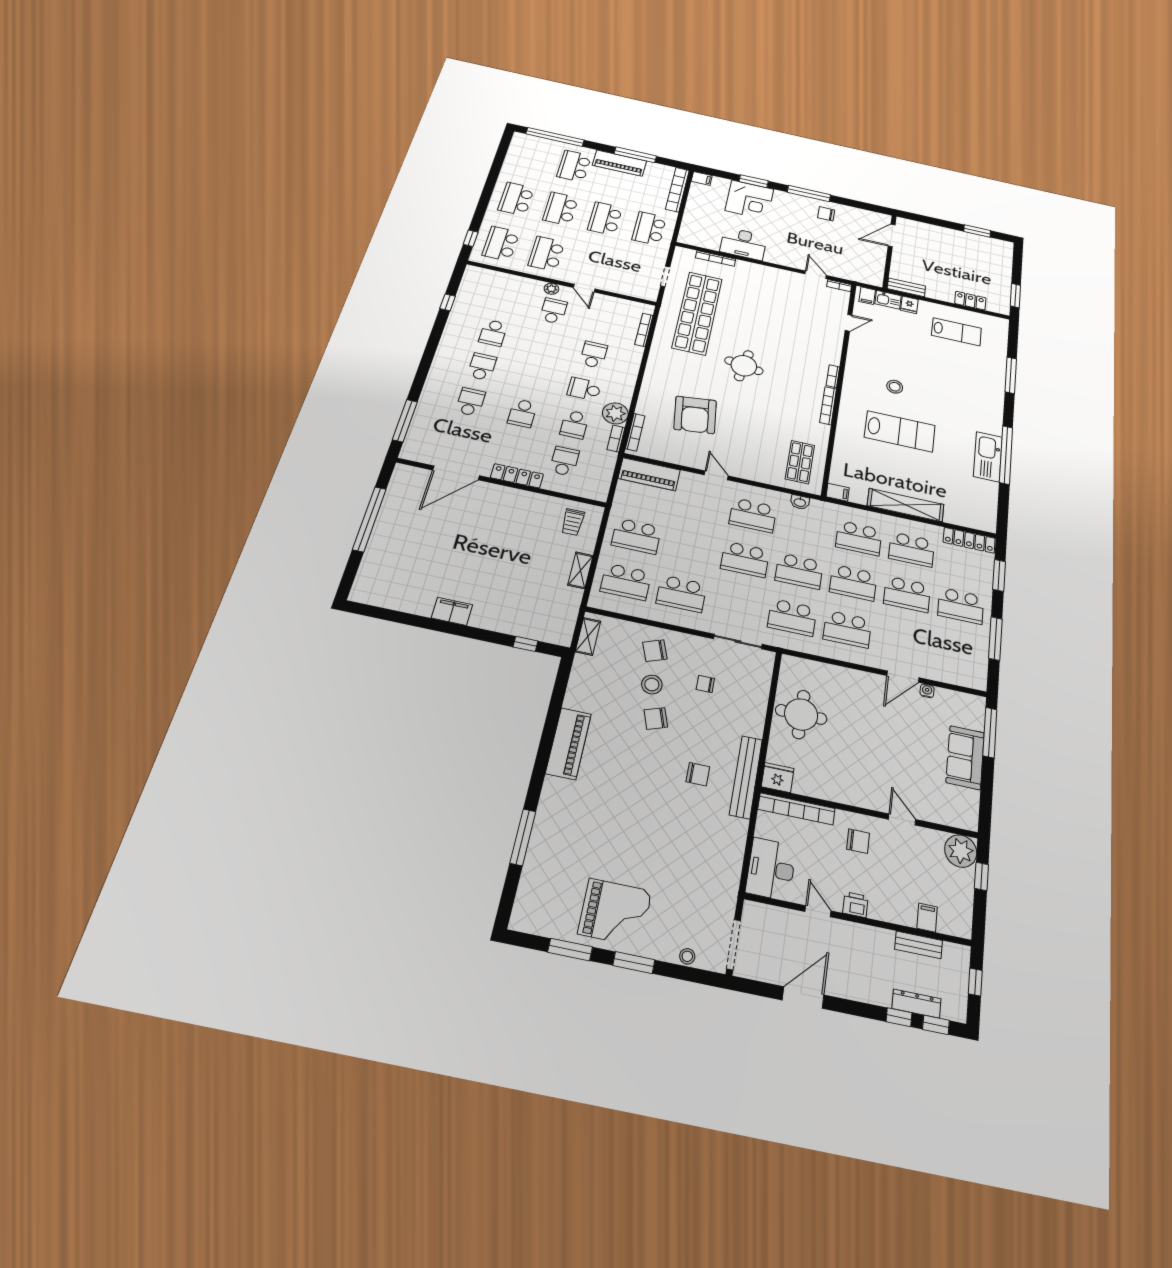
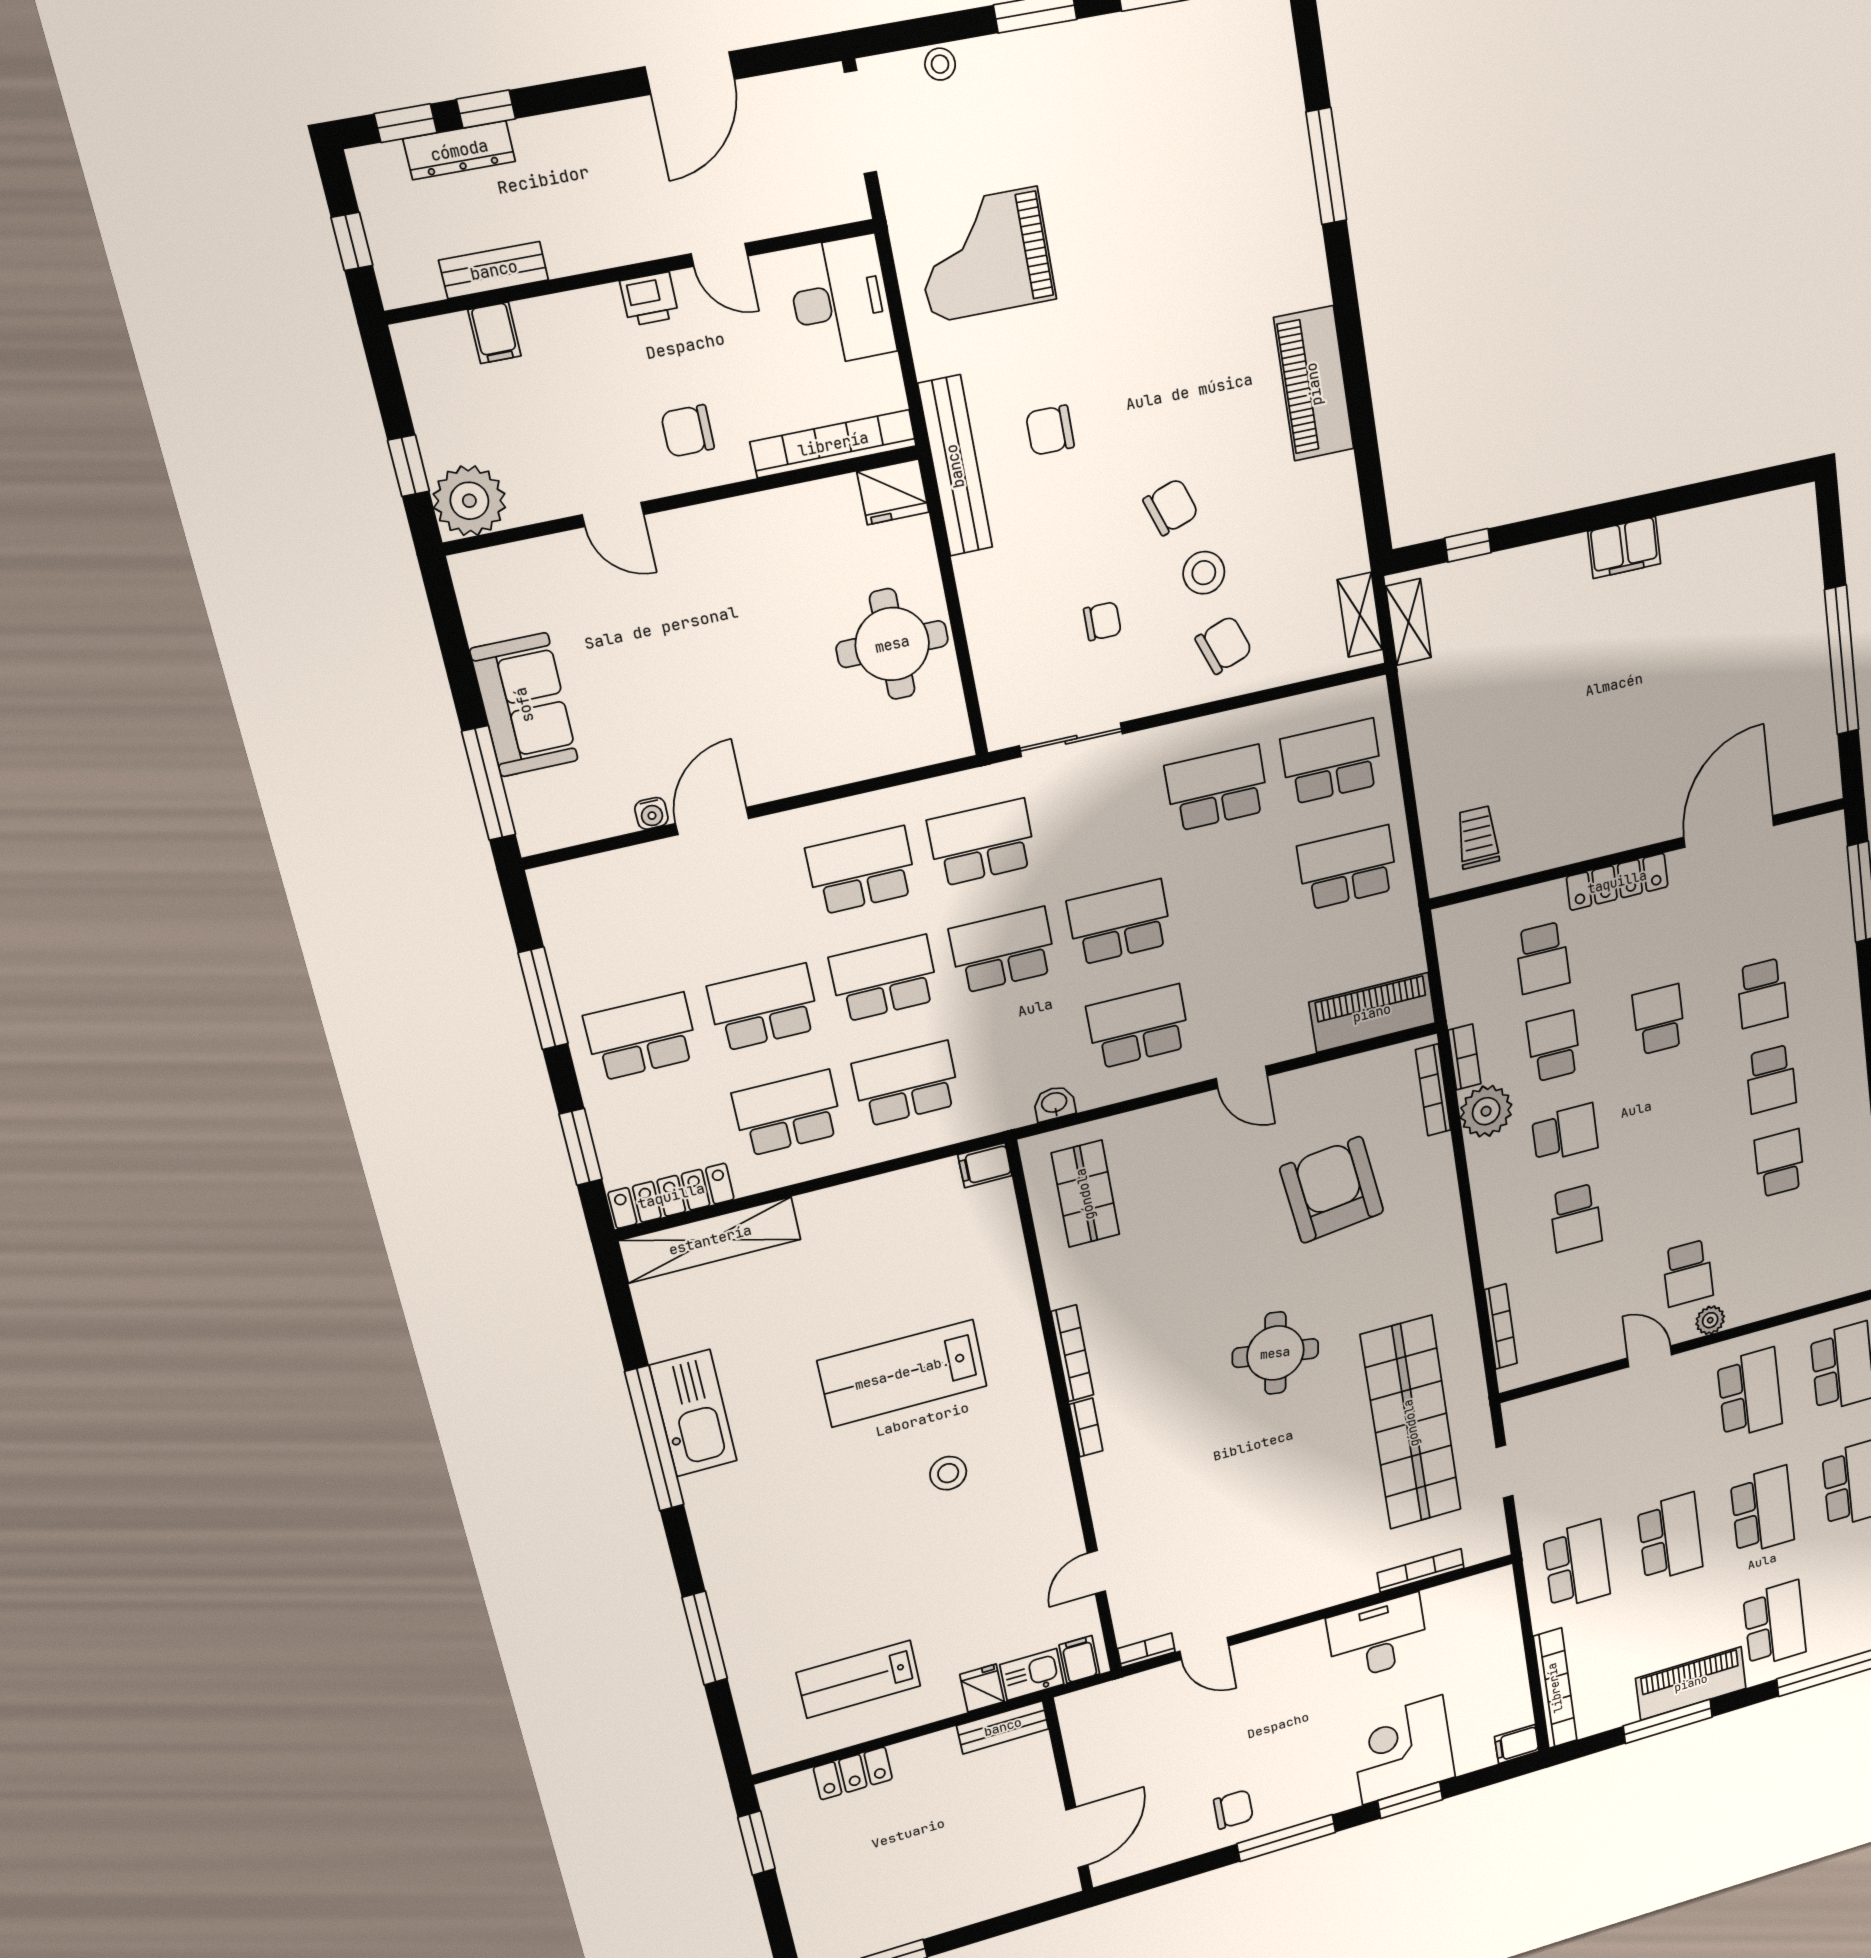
shelving: (906, 505) -> (710, 1240), moved
shelving: (580, 570) -> (1408, 622), moved
grand piano: (615, 912) -> (984, 255), moved

